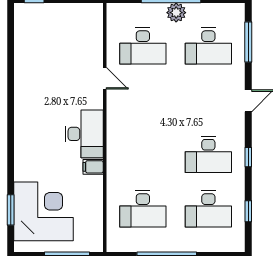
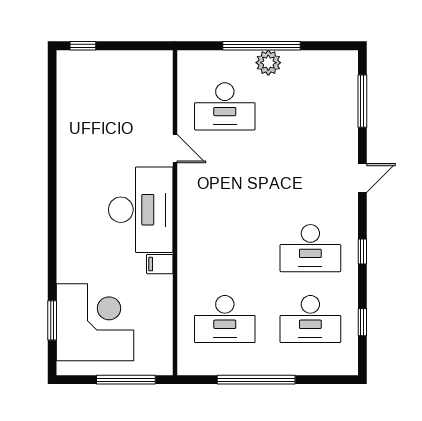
desk: (208, 46) -> (310, 106), removed
desk: (84, 134) -> (141, 210), width x1.36, depth x1.30

